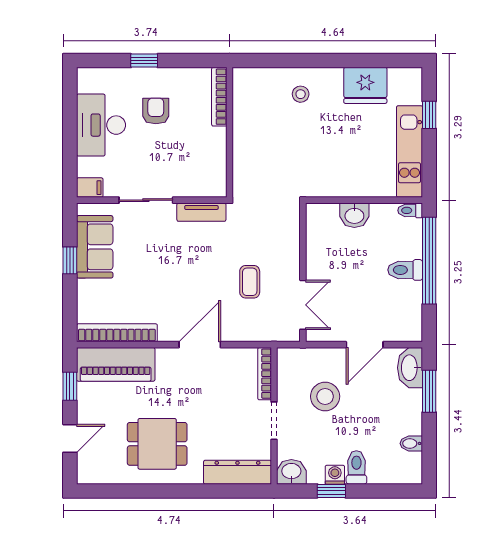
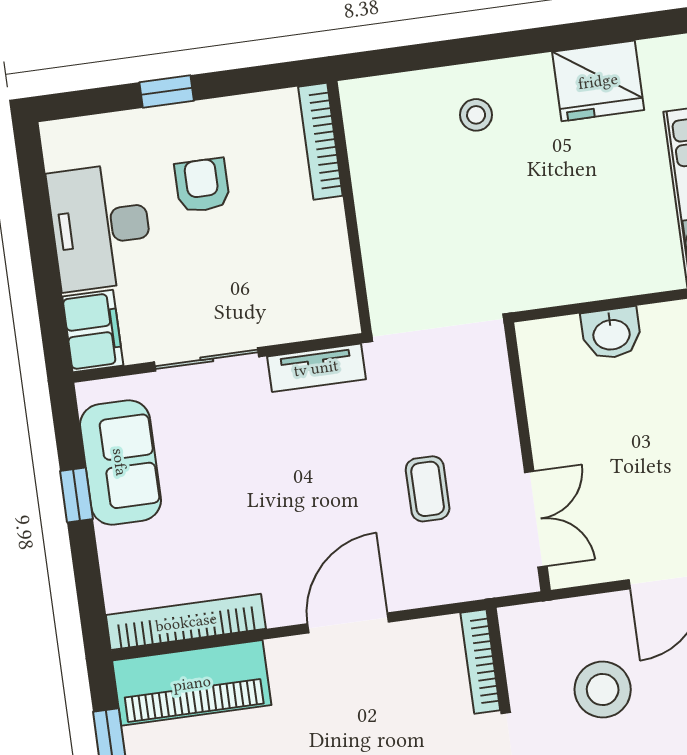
filing cabinet: (90, 188) -> (93, 331), width x2.00

